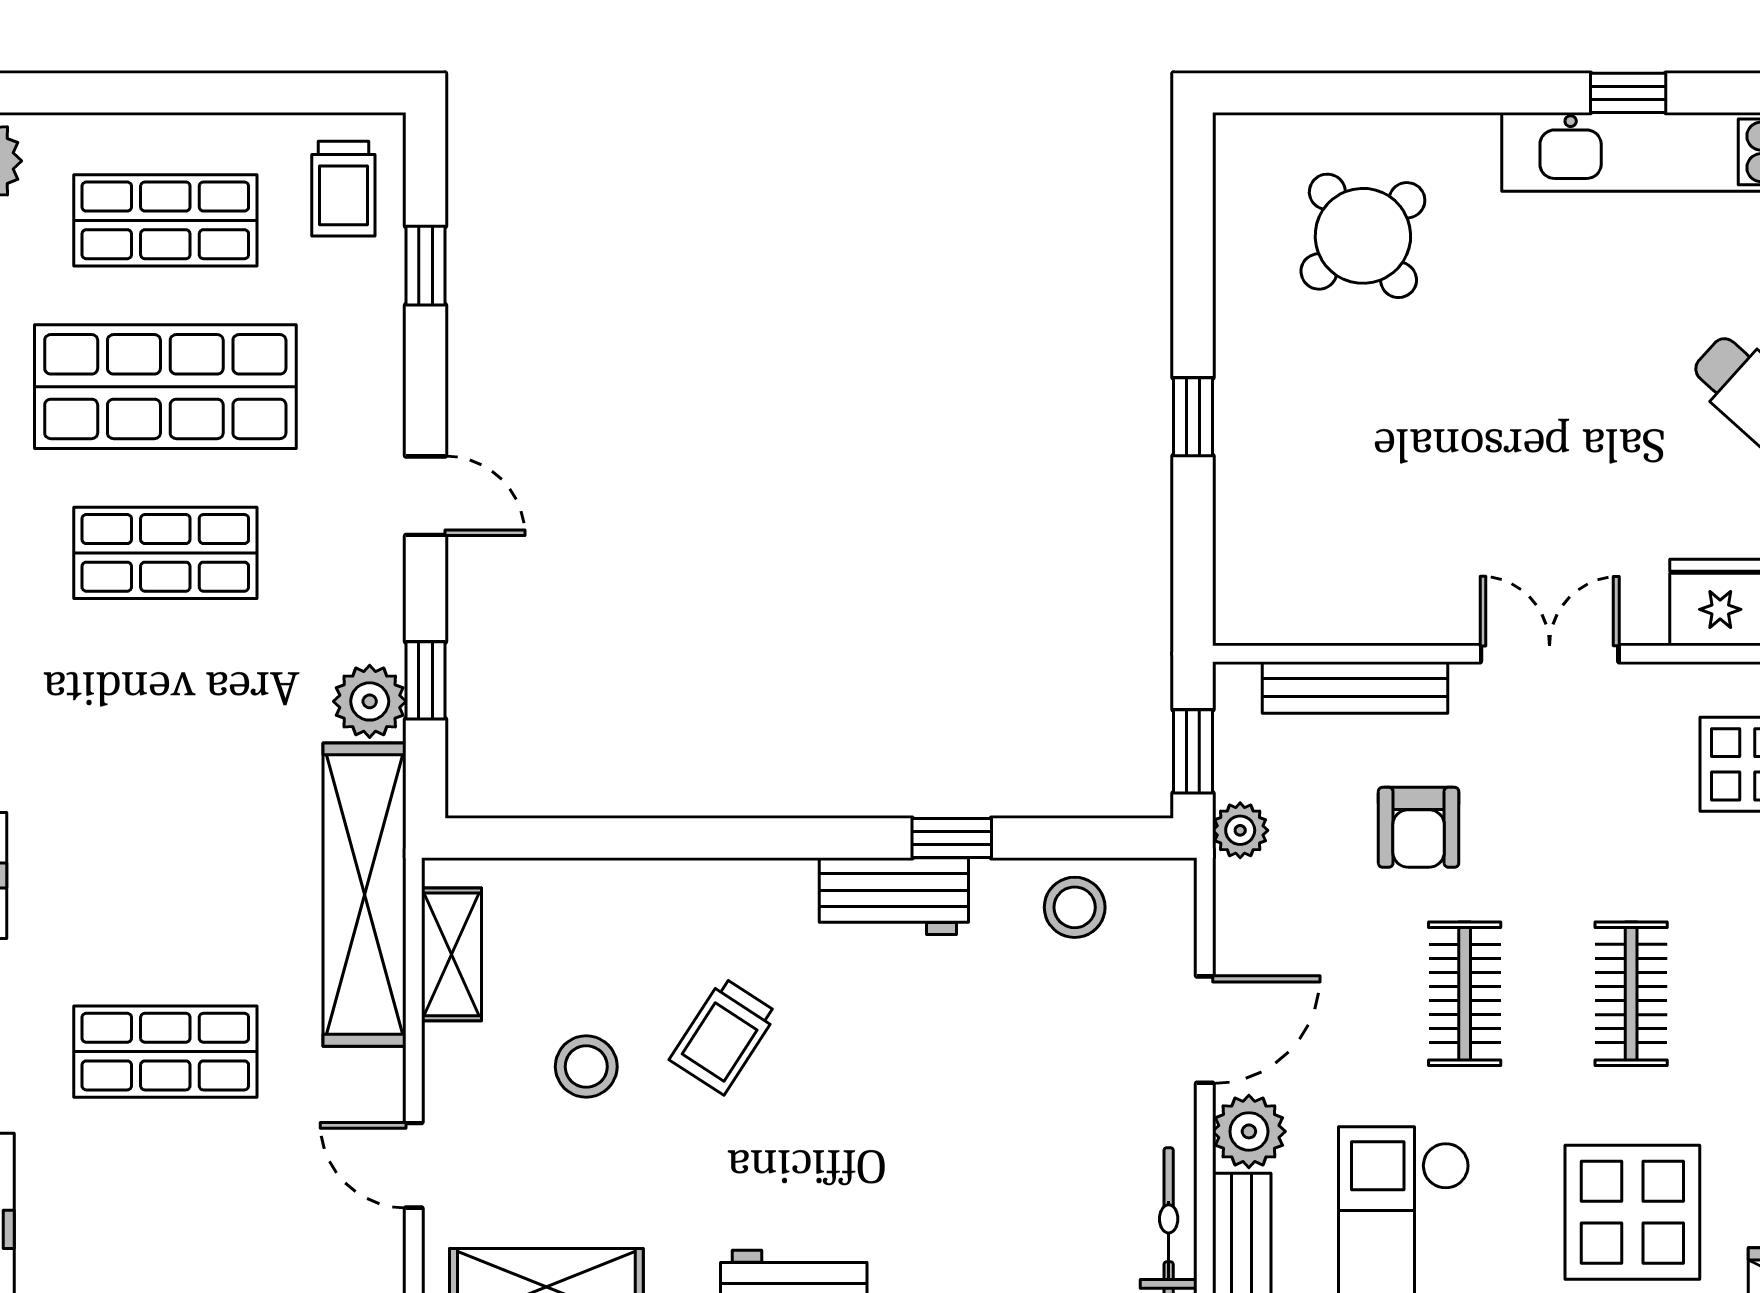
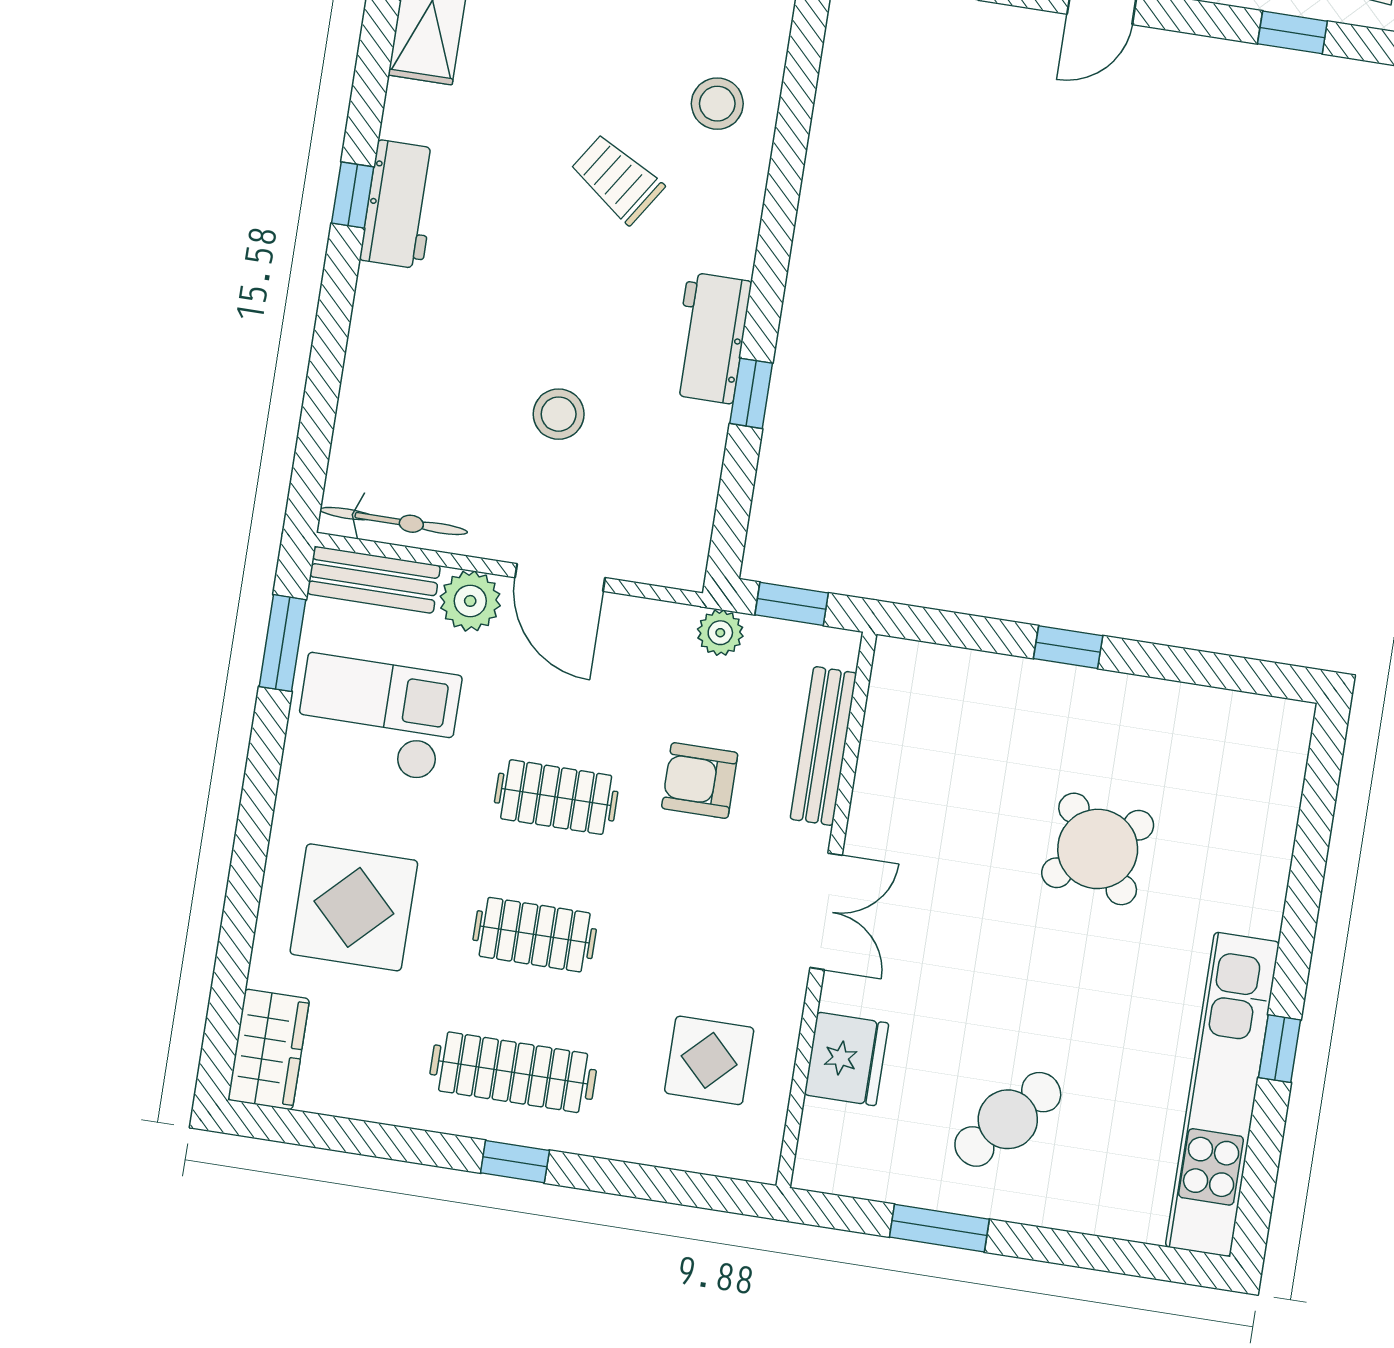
round table: (1363, 236) -> (1098, 849), moved
stool: (1075, 907) -> (559, 414), moved
stool: (586, 1067) -> (717, 104), moved

